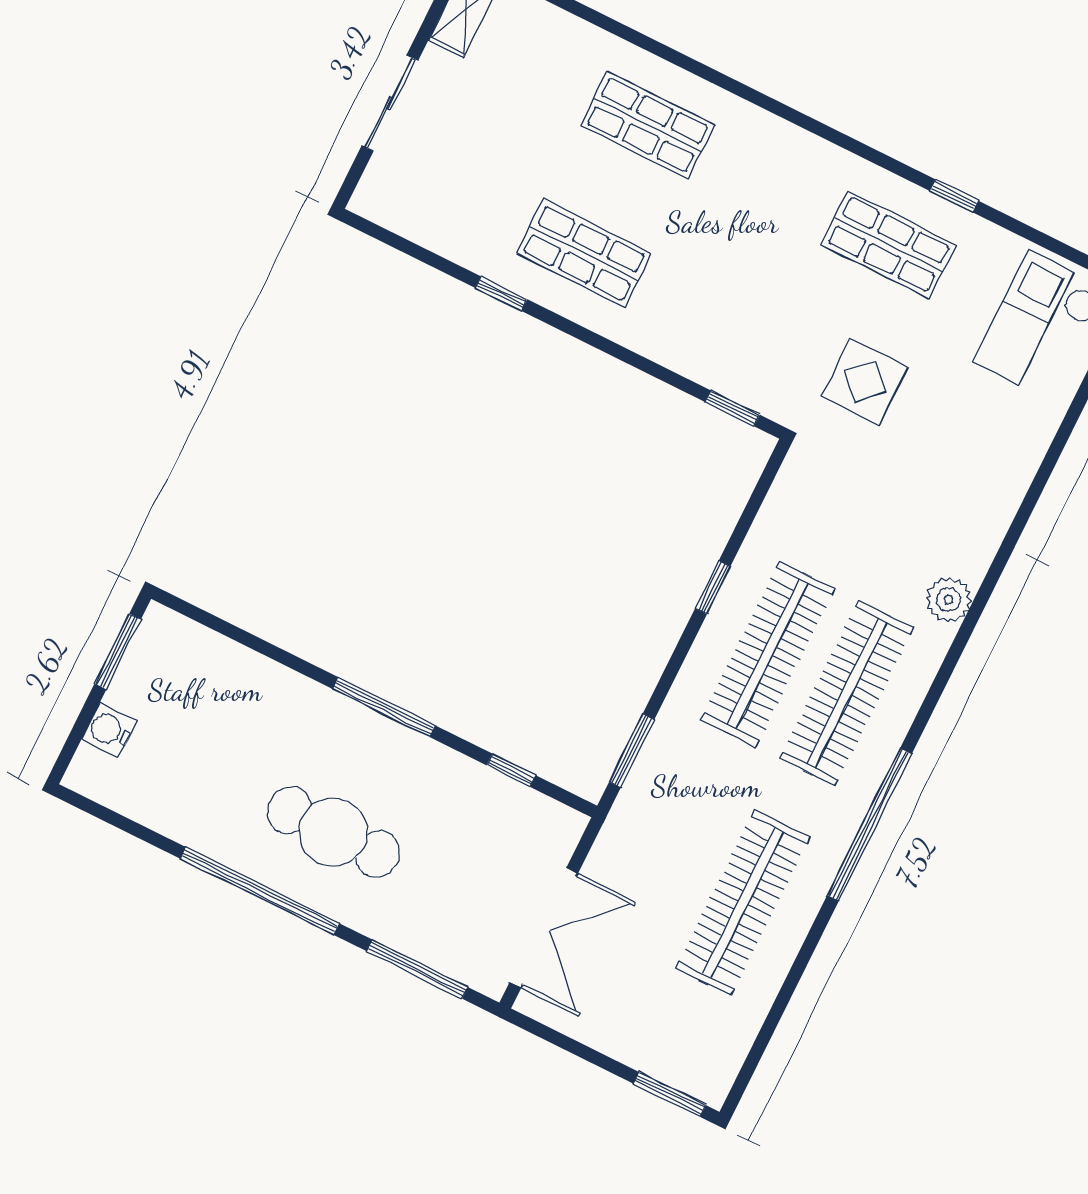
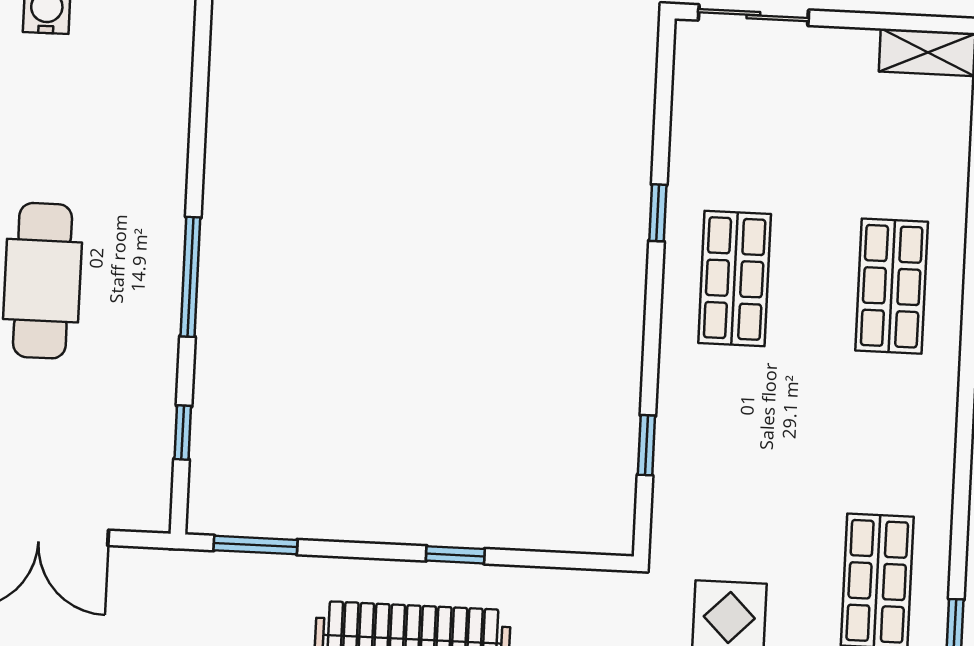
sliding door: (390, 103) -> (753, 15), moved
window: (732, 408) -> (646, 445), moved

